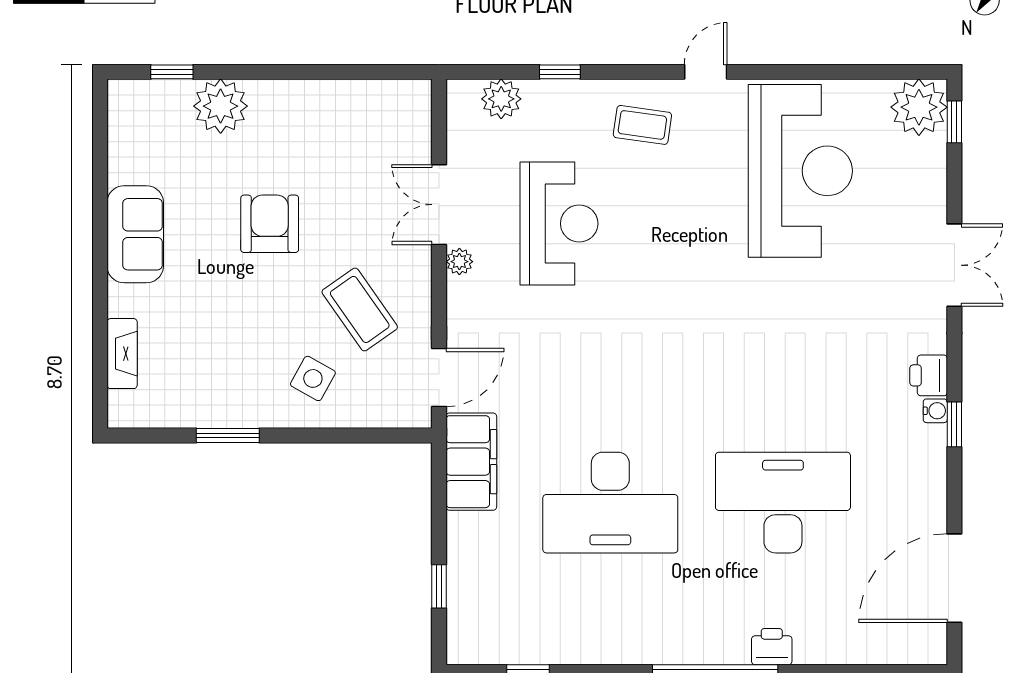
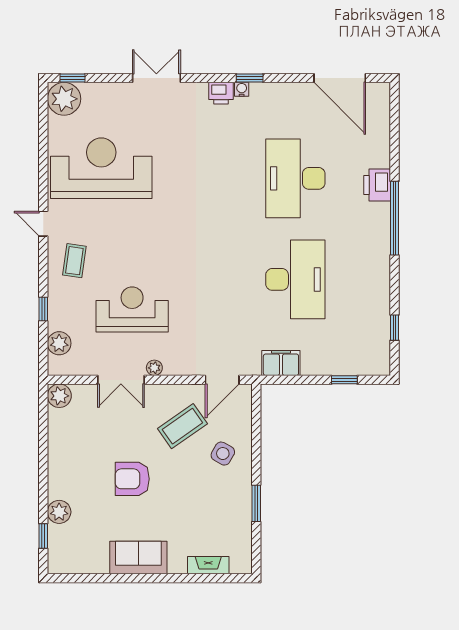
plant: (412, 99) -> (59, 396), added
plant: (221, 106) -> (59, 512), width x0.73, depth x0.73
door: (439, 377) -> (222, 380), swing flipped
filing cabinet: (471, 462) -> (281, 363), width x0.67, depth x0.86
printer: (772, 647) -> (377, 185), width x1.36, depth x1.24

